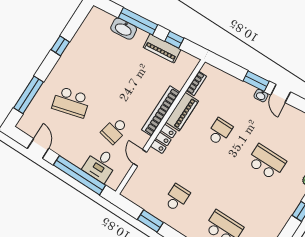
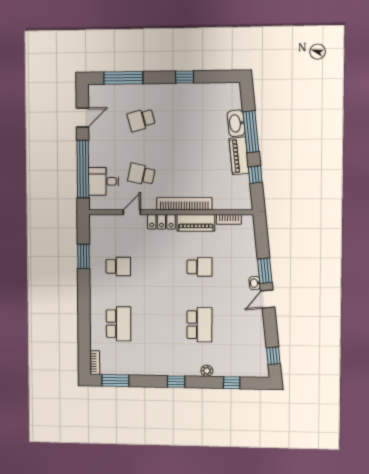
piano: (162, 48) -> (239, 156), moved
school desk: (71, 102) -> (141, 120), width x0.54

